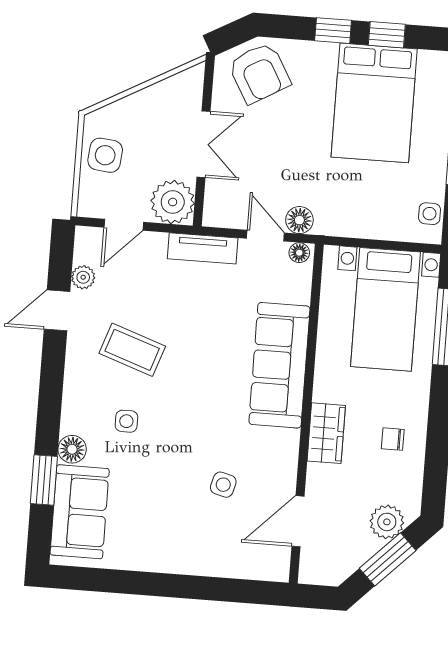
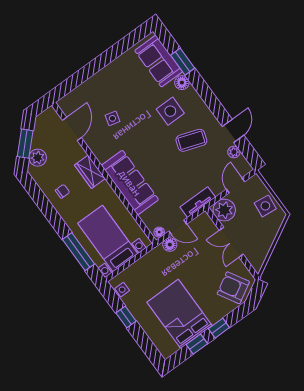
side table: (126, 421) -> (170, 111), width x1.87, depth x1.87

